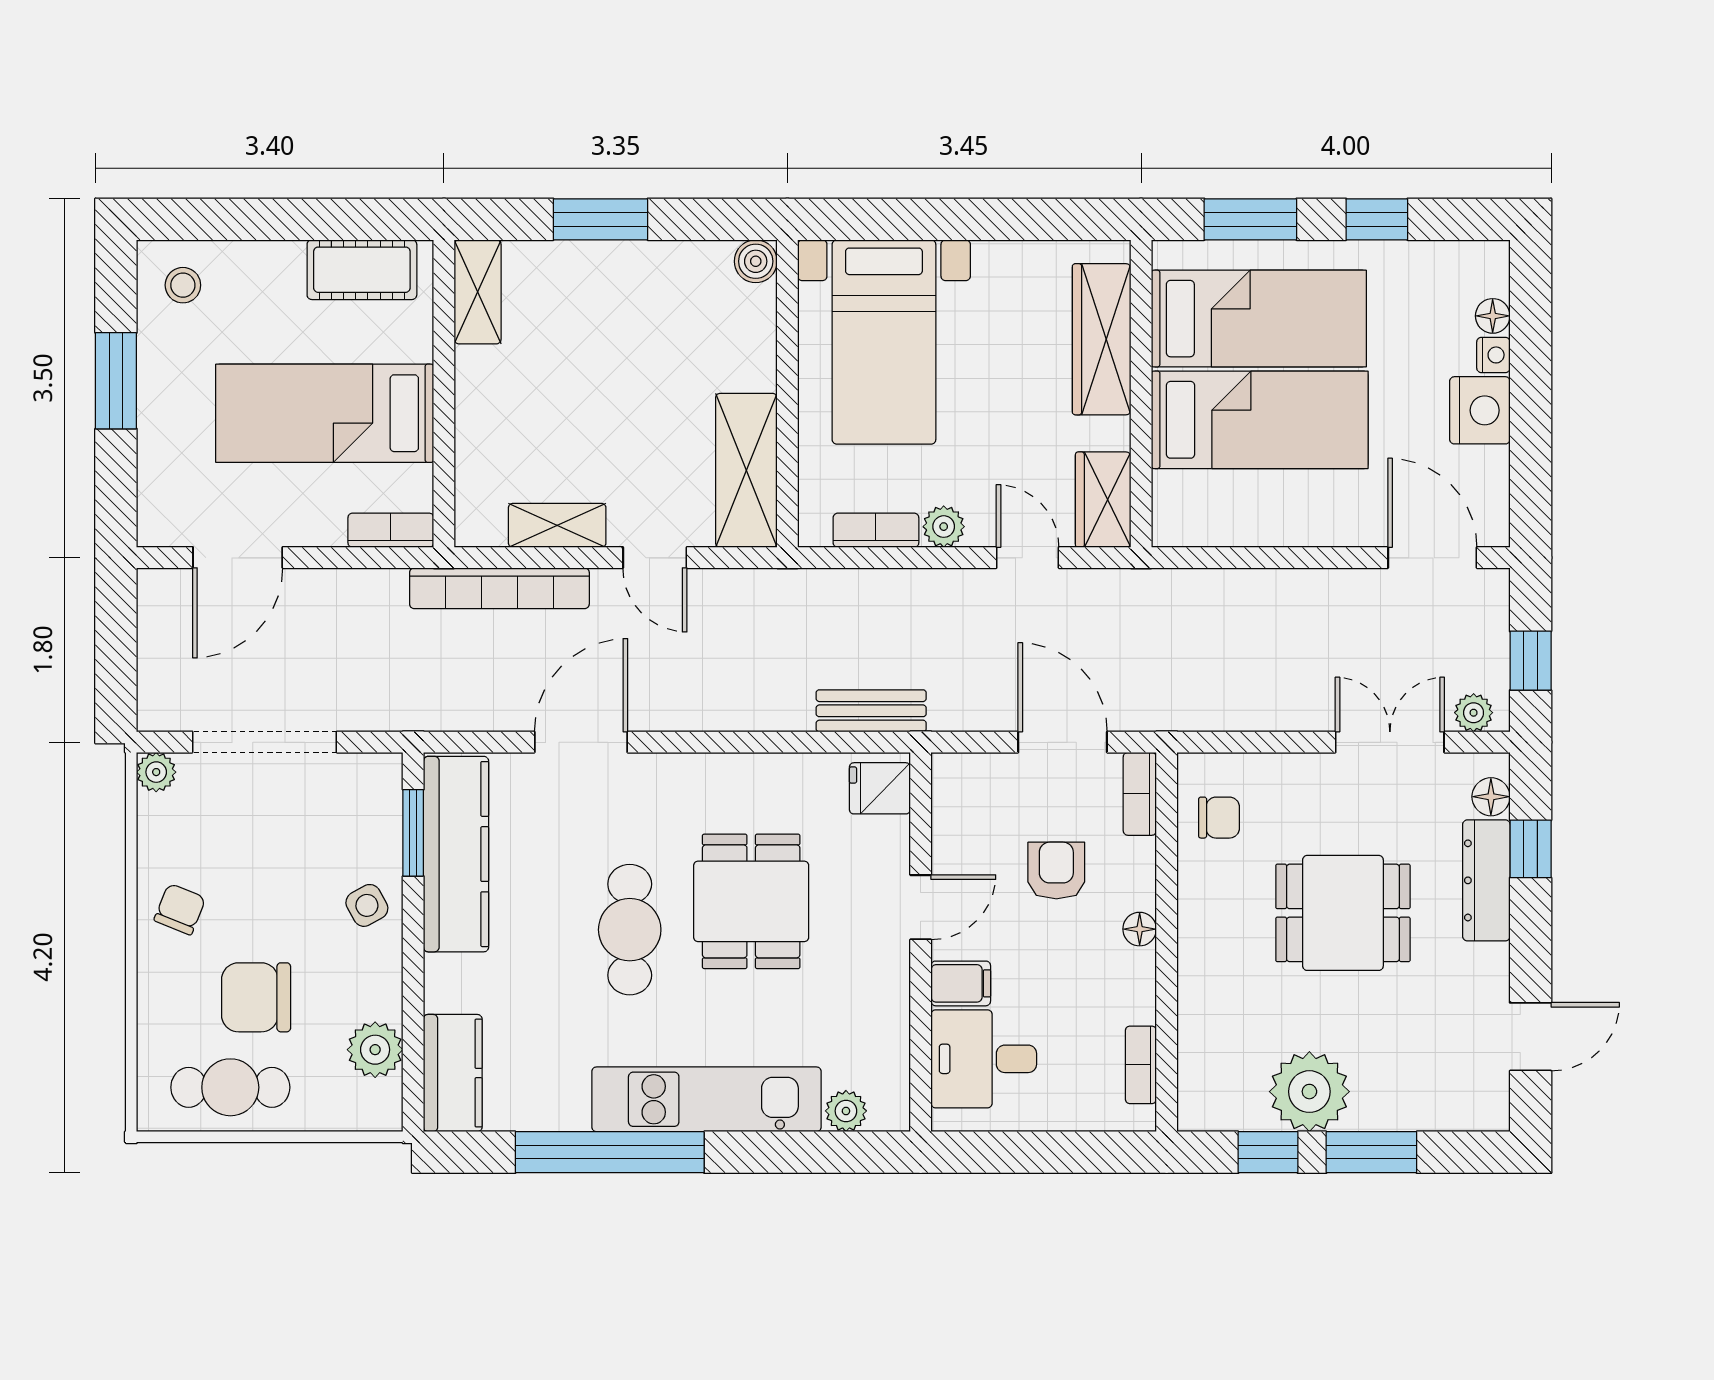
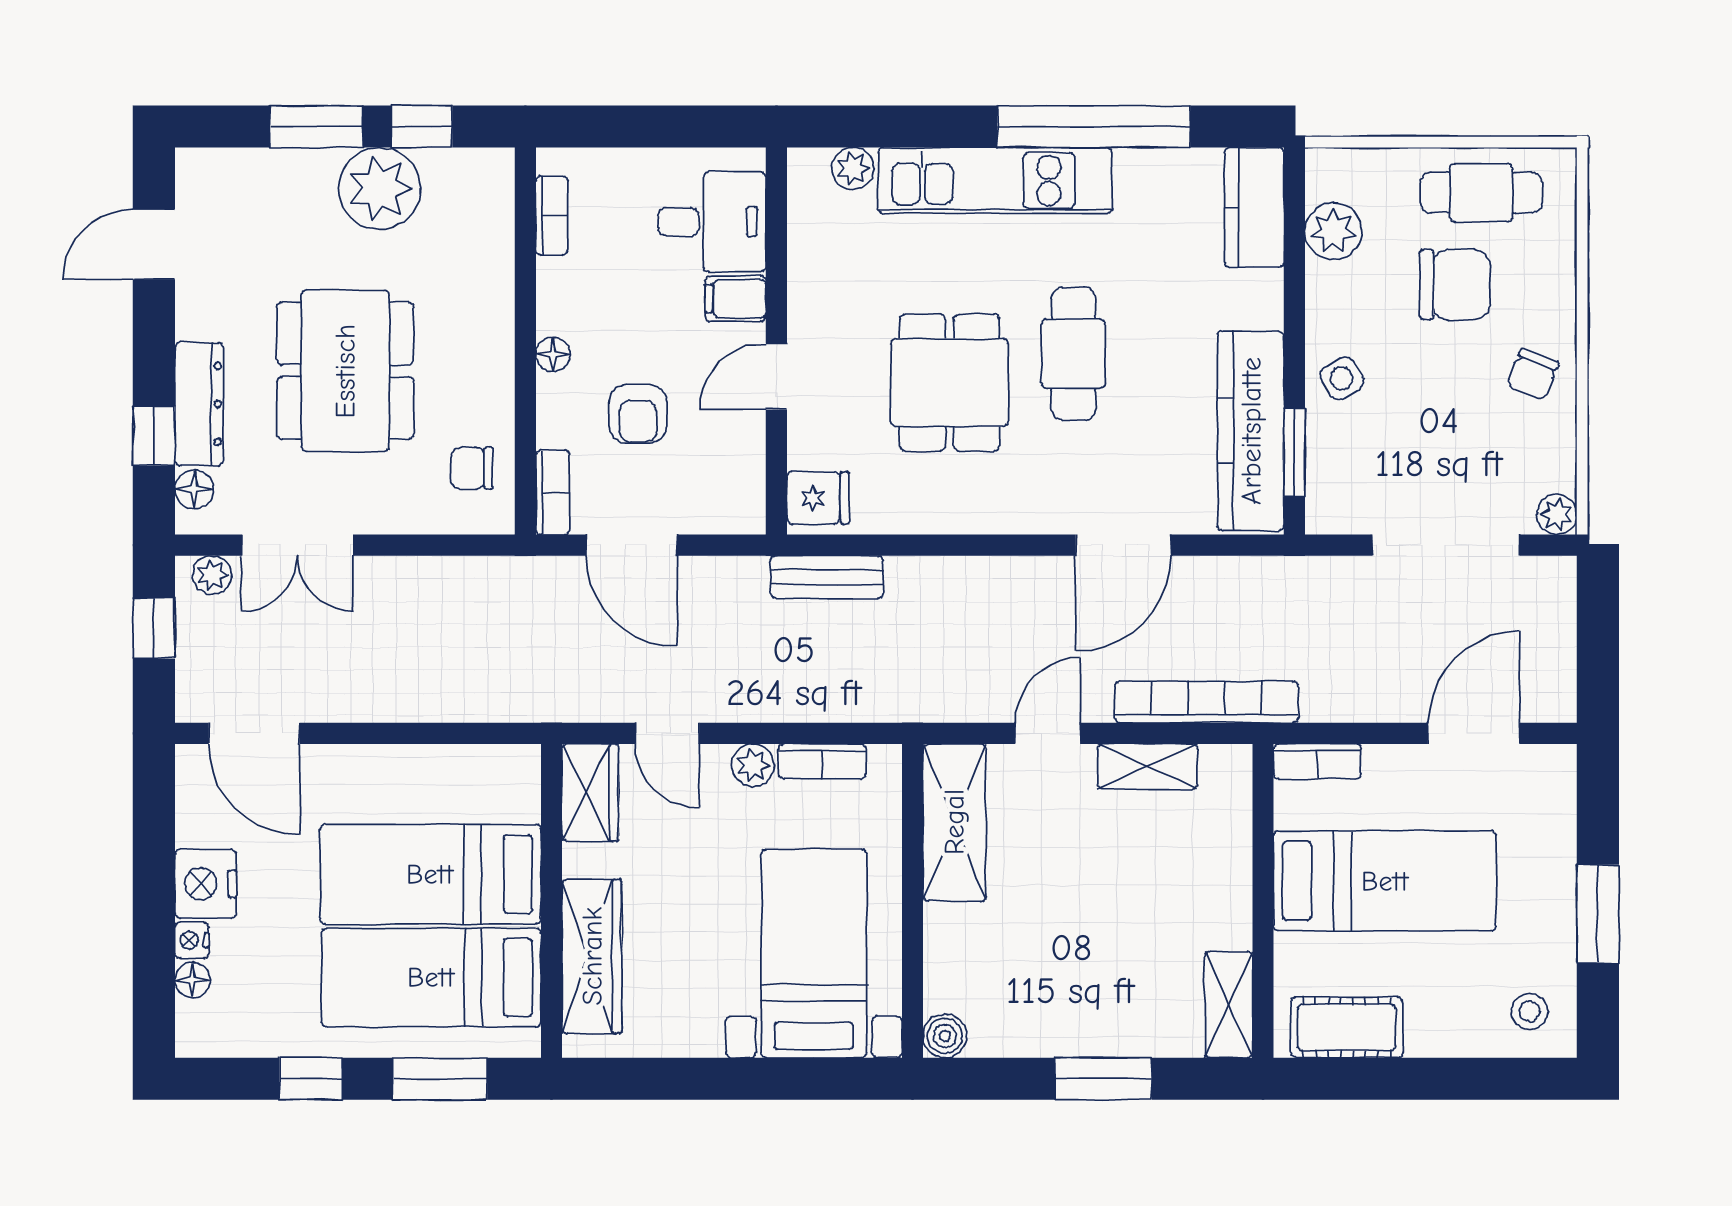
door: (655, 558) -> (1048, 733), hinge flipped
dining table: (1343, 913) -> (345, 371), width x1.38

